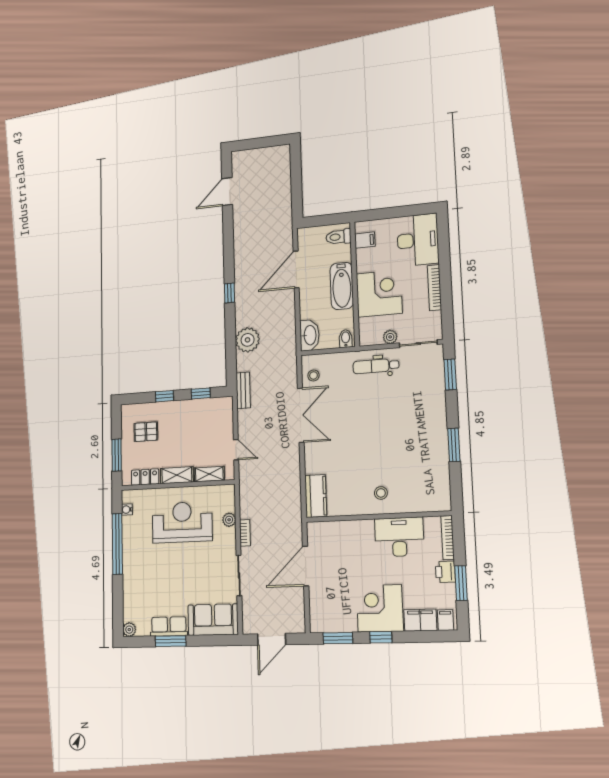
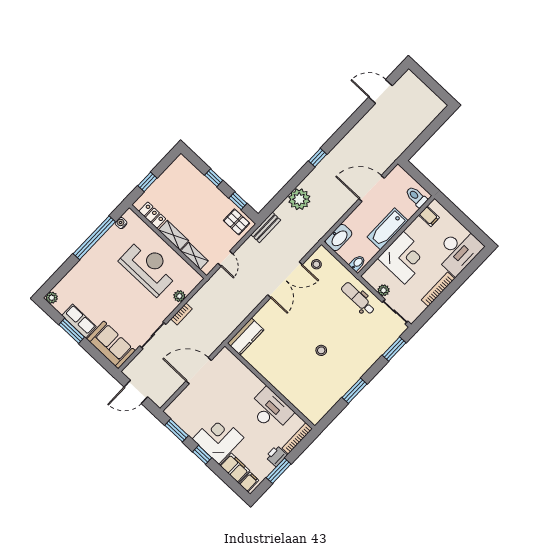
pallet: (146, 432) -> (237, 222), moved
window: (117, 455) -> (147, 182), width x0.67
stool: (381, 493) -> (321, 350), moved

